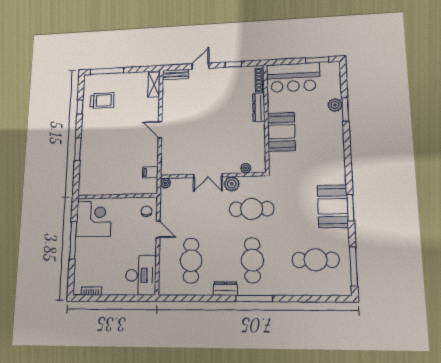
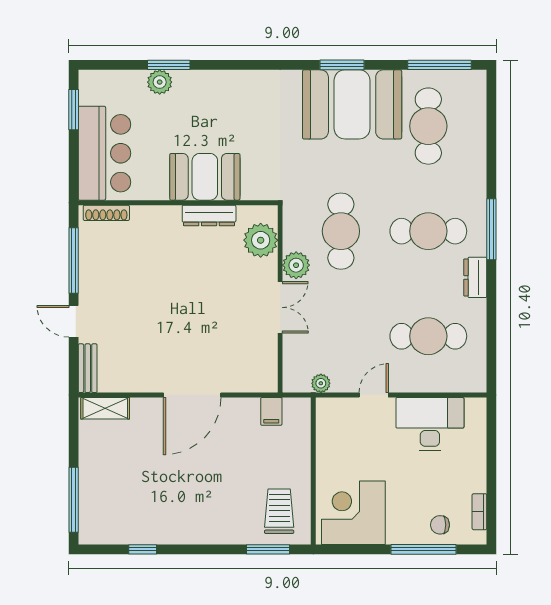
window: (233, 64) -> (74, 261), width x2.17
trolley: (102, 101) -> (279, 511), moved
dresser: (259, 107) -> (209, 215), moved
door: (160, 129) -> (192, 395), width x1.87
window: (78, 149) -> (268, 549), moved
plant: (246, 168) -> (261, 240), width x1.87, depth x1.87
plant: (165, 183) -> (321, 383), moved
booth: (333, 206) -> (352, 104), width x1.36, depth x1.42
chair: (147, 211) -> (440, 525), moved
window: (73, 240) -> (423, 549), moved
desk: (141, 275) -> (430, 424), moved

